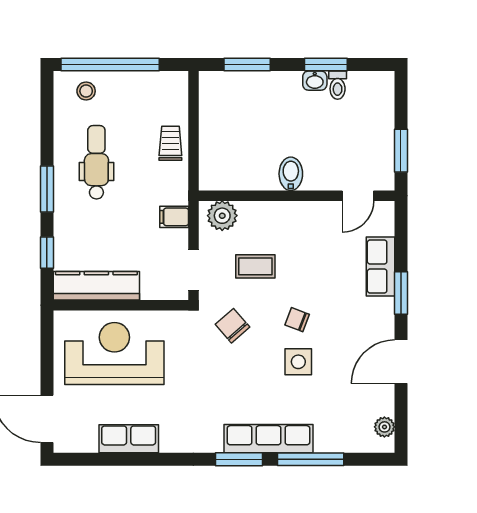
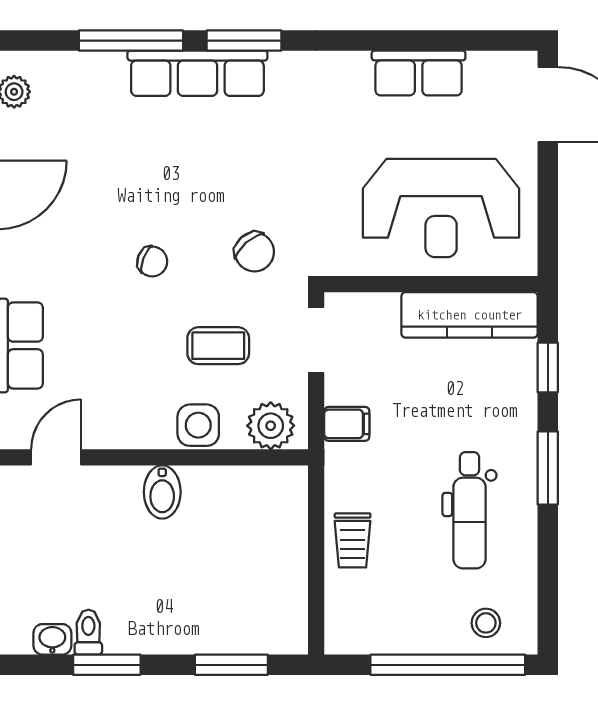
washbasin: (315, 81) -> (52, 639), moved
side table: (298, 362) -> (198, 425), moved

